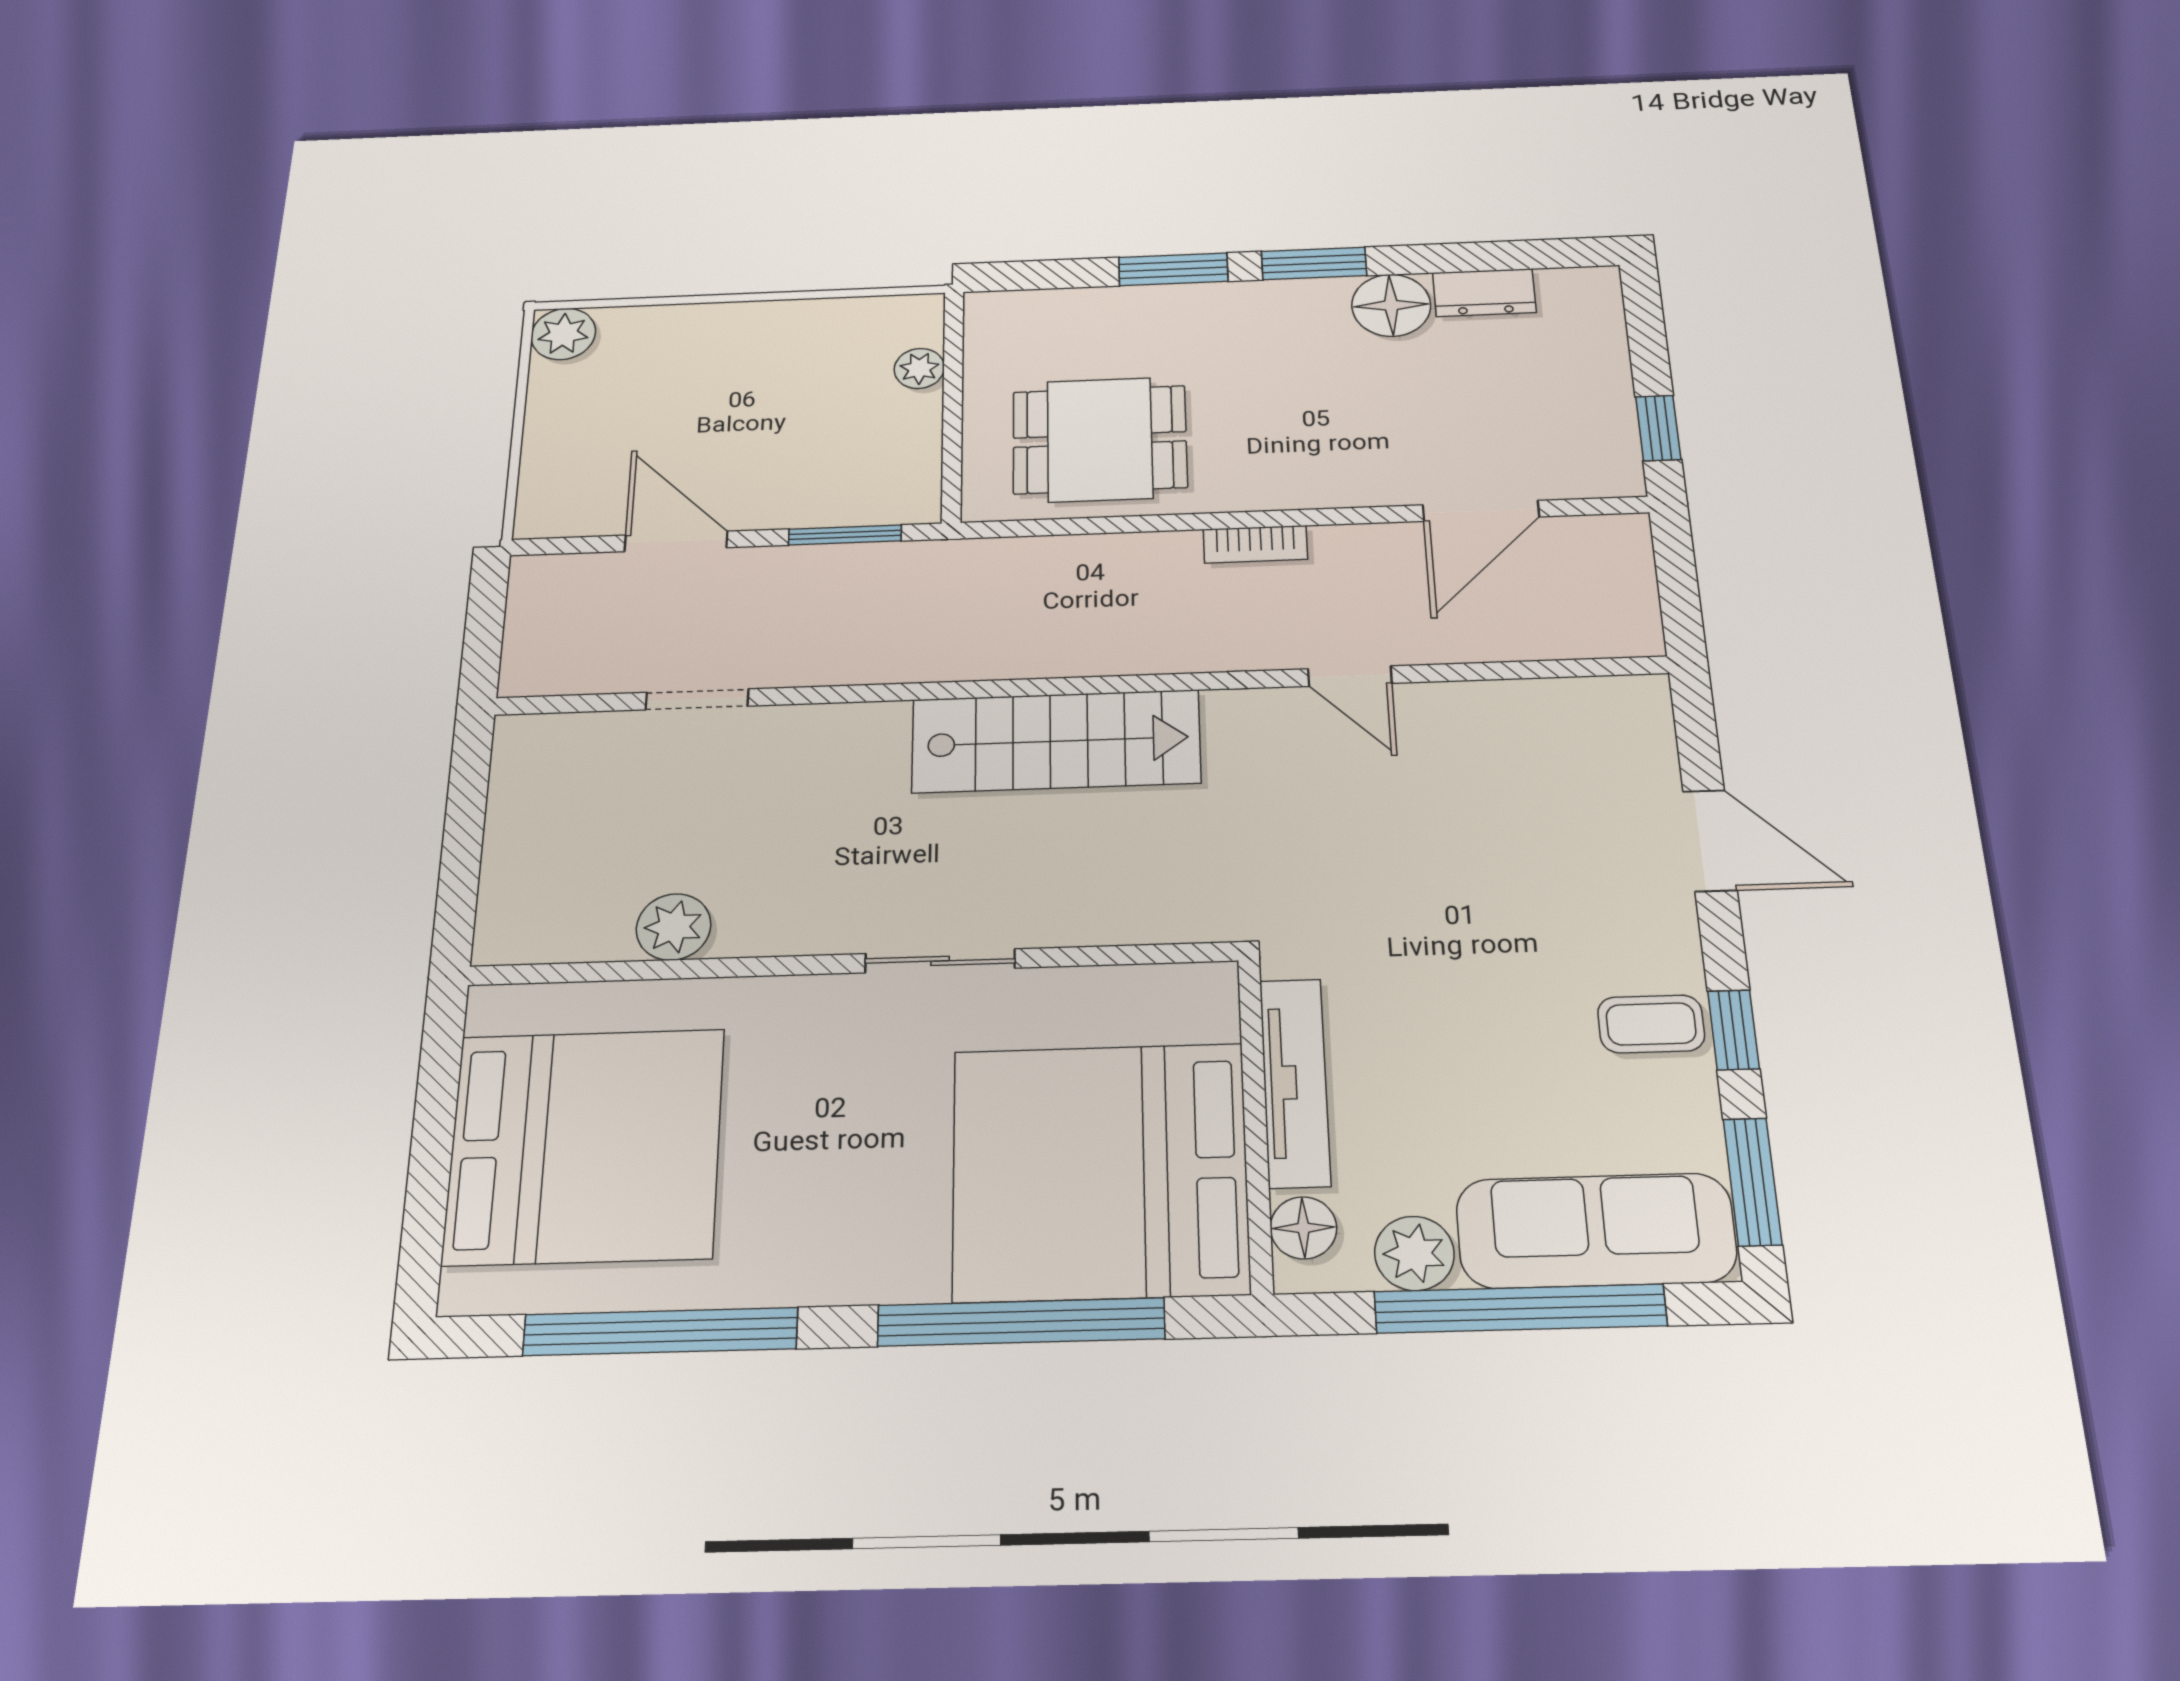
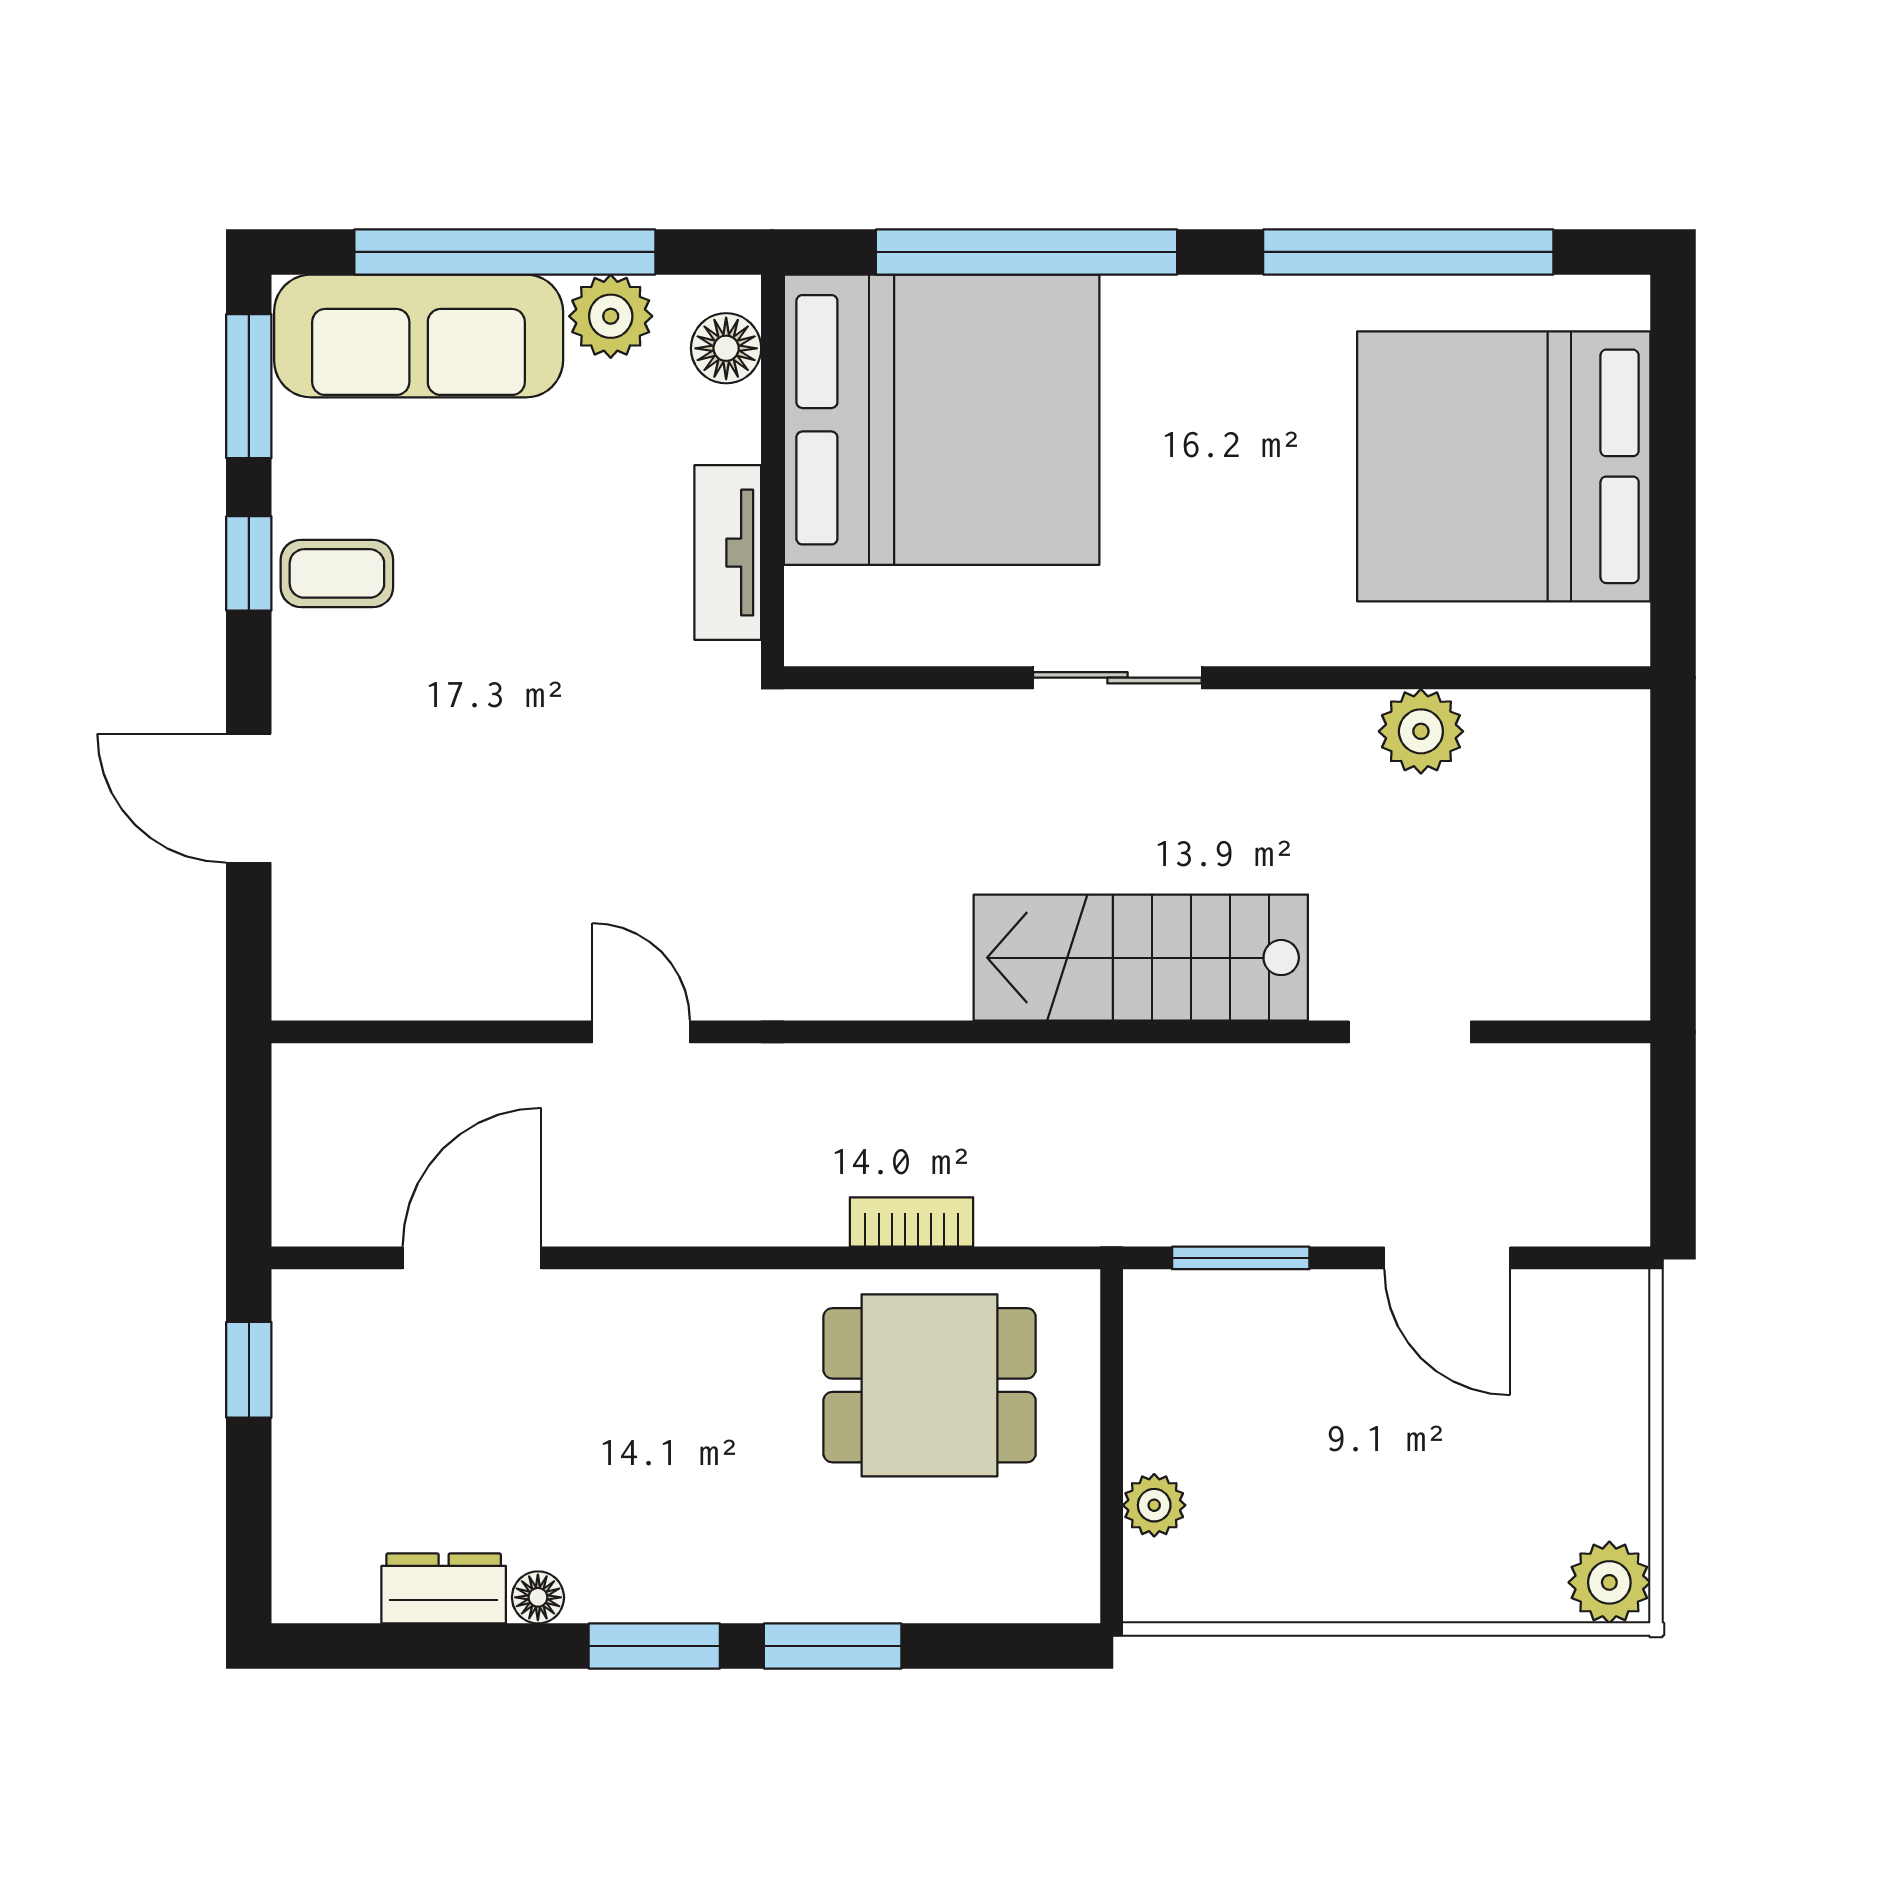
floor lamp: (1391, 305) -> (538, 1597), width x0.53, depth x0.53
bookcase: (1255, 544) -> (912, 1222), moved
stairs: (1056, 741) -> (1141, 958), moved
tv unit: (1295, 1082) -> (728, 553), width x0.71

